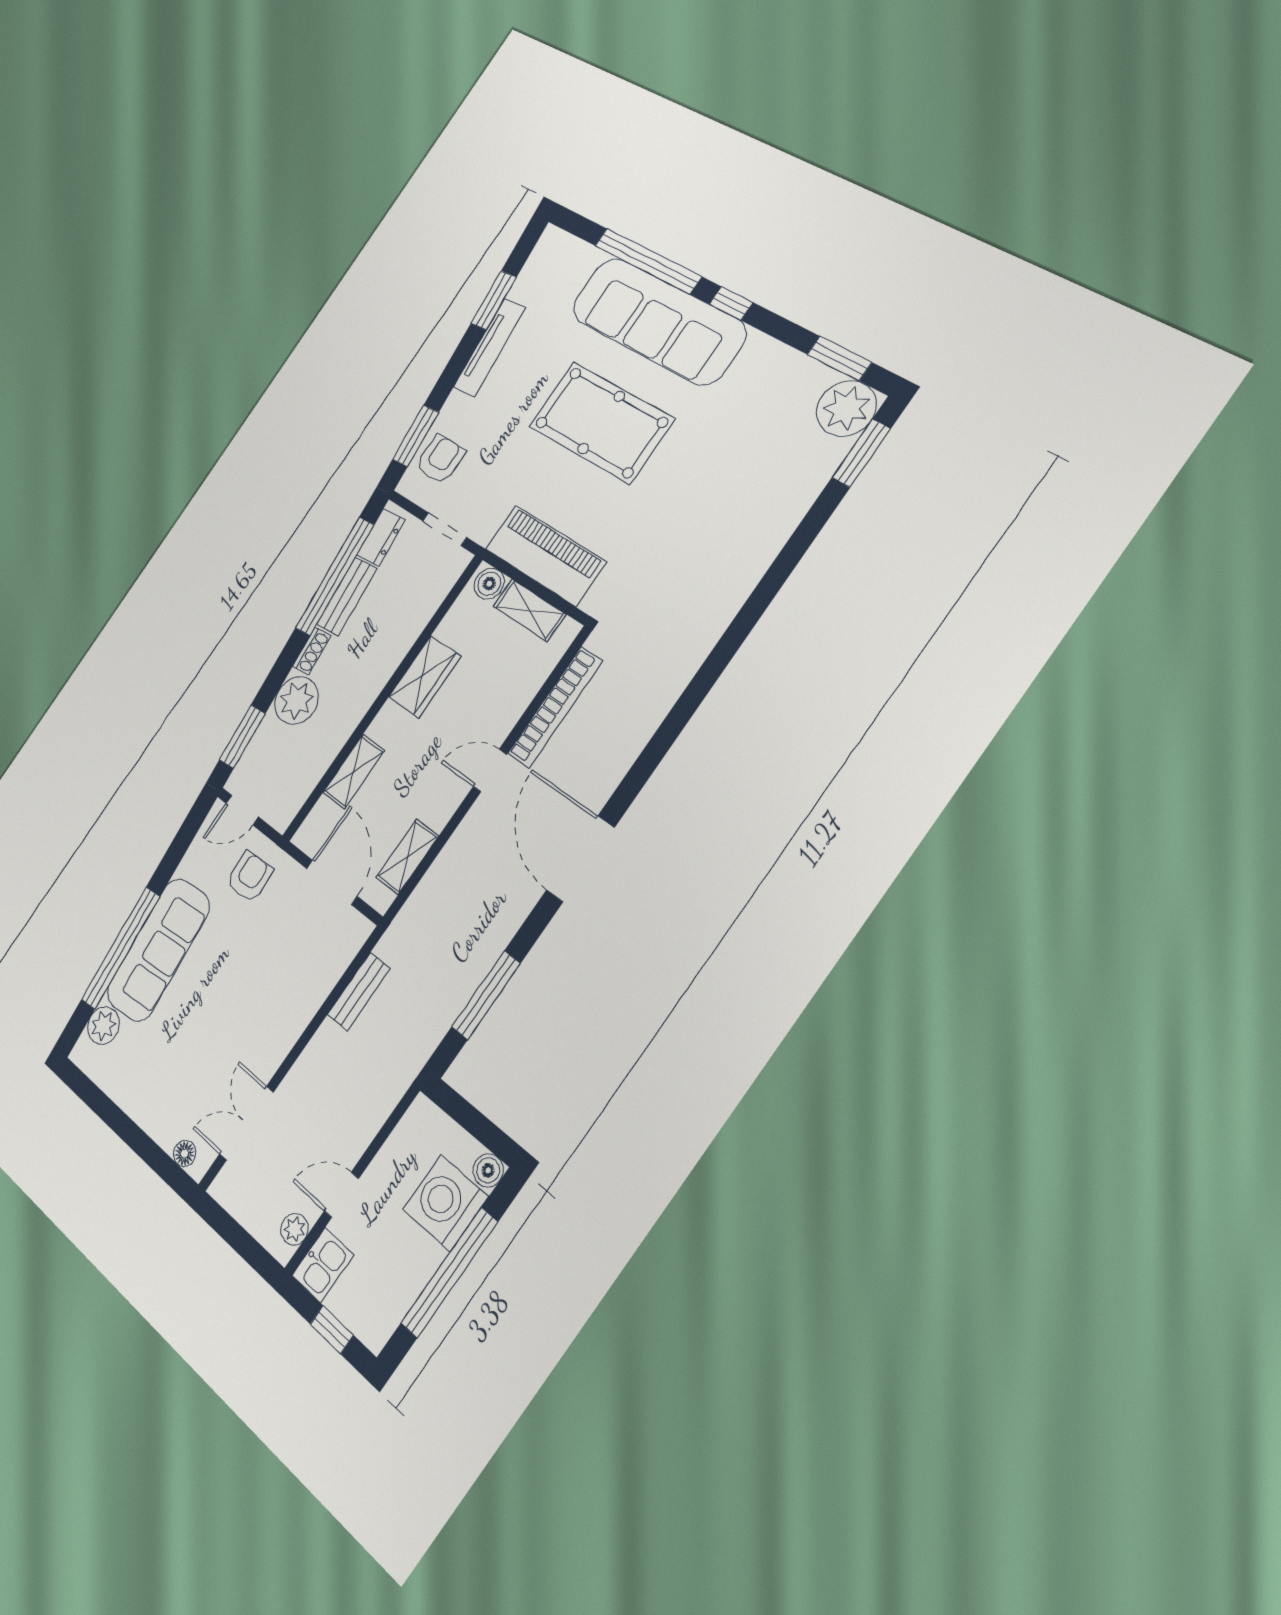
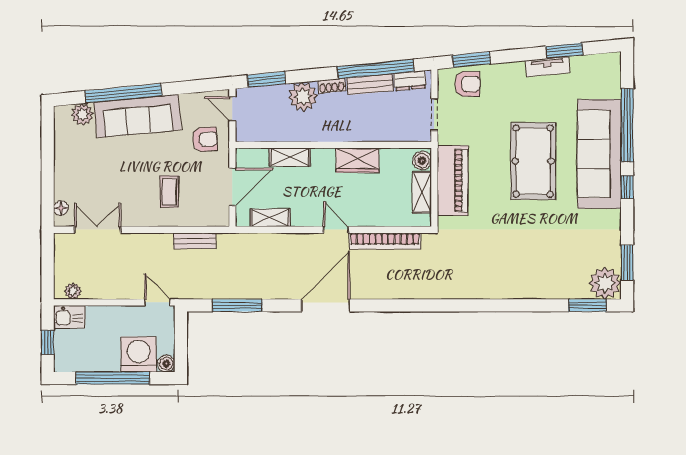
tv unit: (489, 348) -> (548, 67), width x0.71
coffee table: (274, 979) -> (169, 192), added
door: (341, 1195) -> (157, 302), moved

